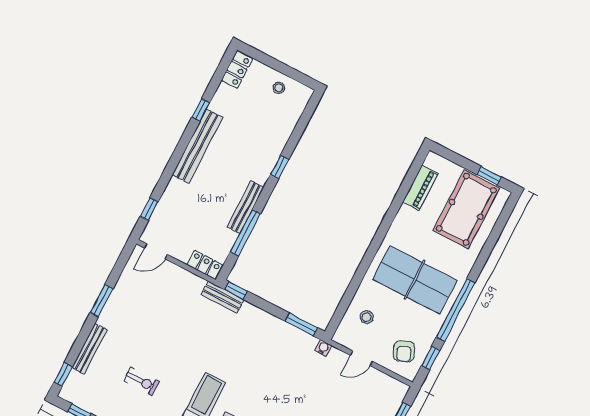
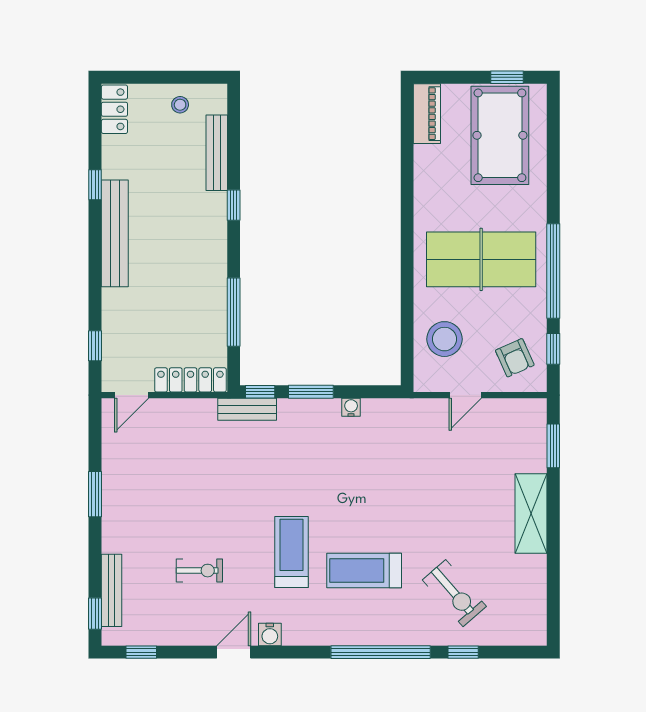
piano: (420, 188) -> (427, 114), moved
bench: (245, 207) -> (217, 153), moved
locker: (205, 265) -> (190, 380), width x1.53
stool: (367, 317) -> (444, 339), width x1.89, depth x1.89
window: (301, 324) -> (311, 392), moved
water cooler: (323, 348) -> (351, 407), moved
bench: (89, 349) -> (112, 590), moved

